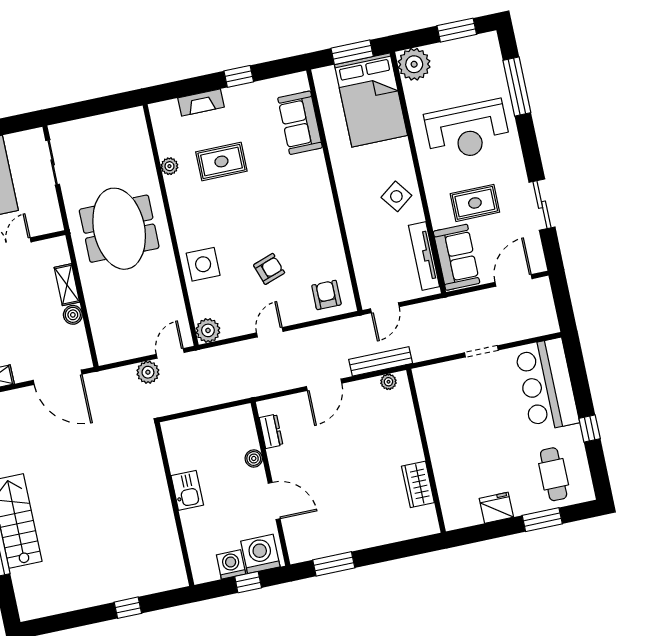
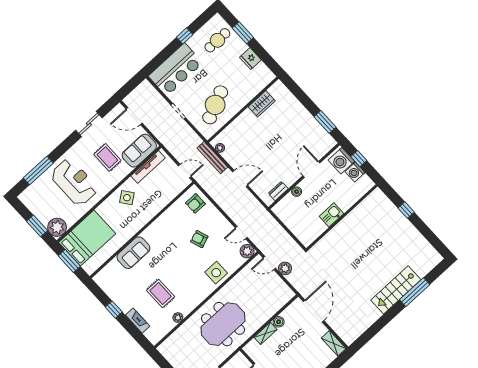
window: (457, 30) -> (37, 226), moved
sofa: (300, 123) -> (133, 253), moved
door: (270, 332) -> (241, 233), moved
cafe table: (458, 413) -> (215, 105), added

